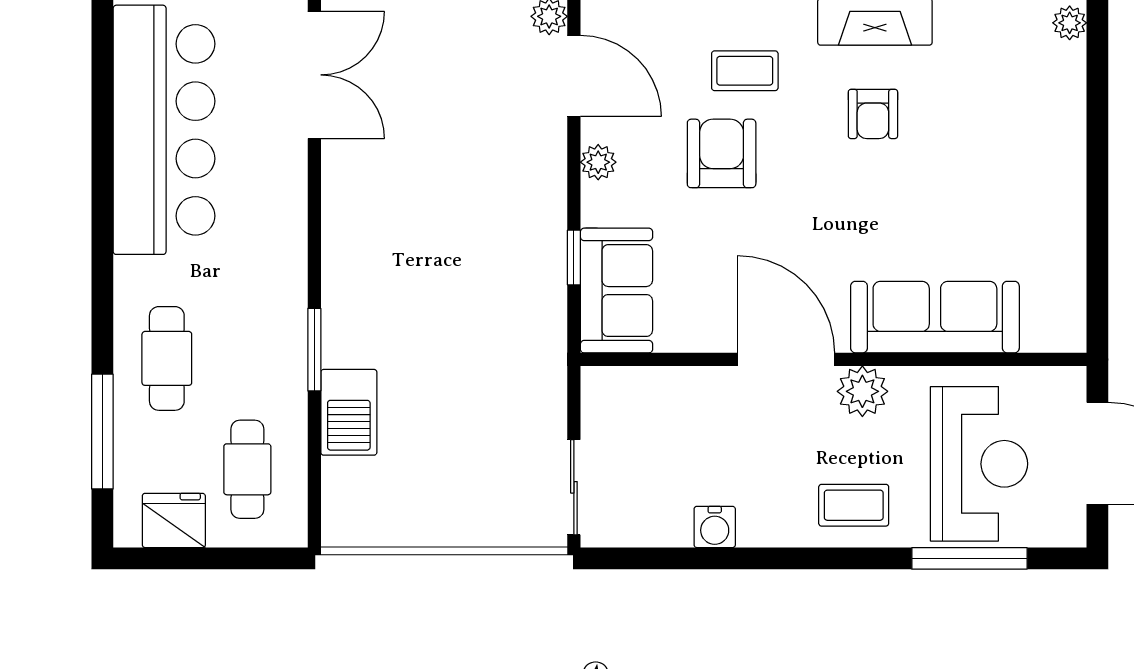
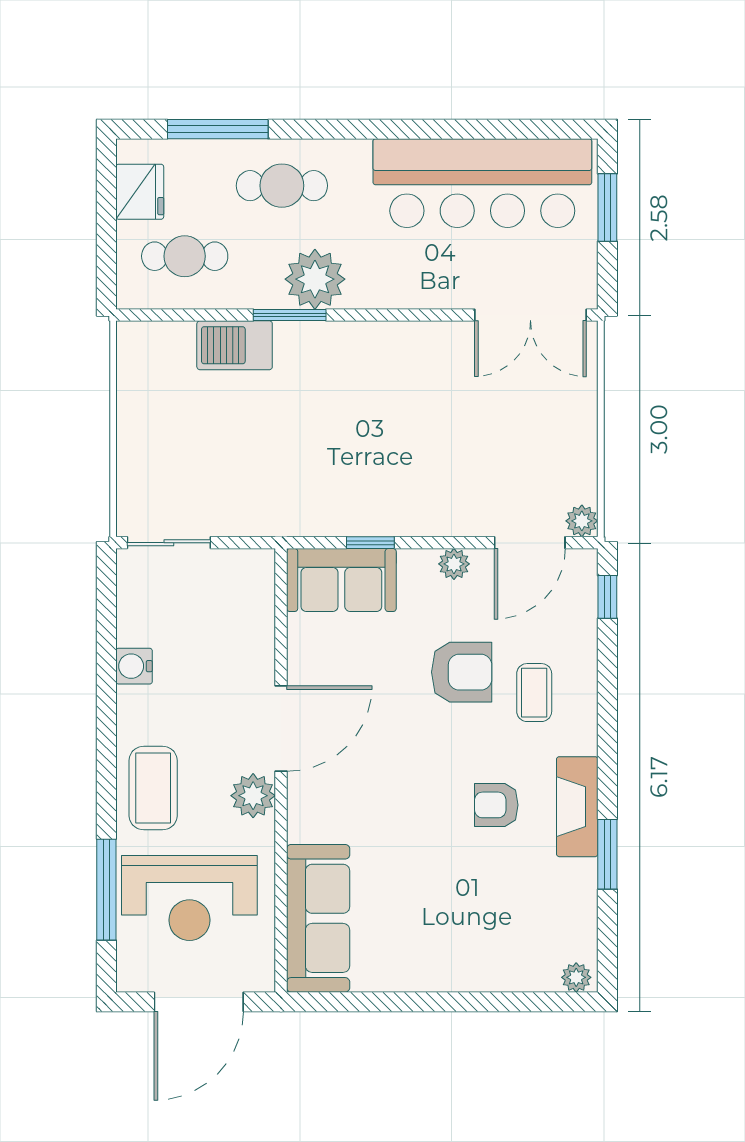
sofa: (935, 317) -> (318, 918), moved
plant: (274, 321) -> (315, 279), added
coffee table: (854, 505) -> (153, 788), width x1.36, depth x1.30

